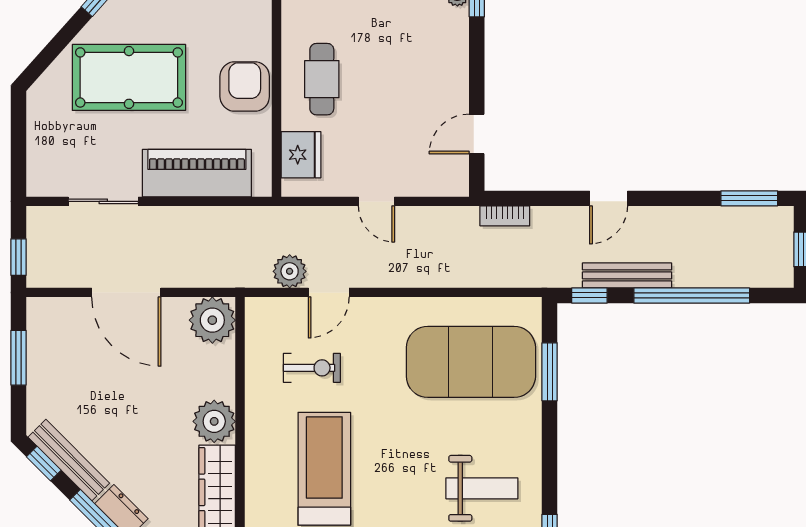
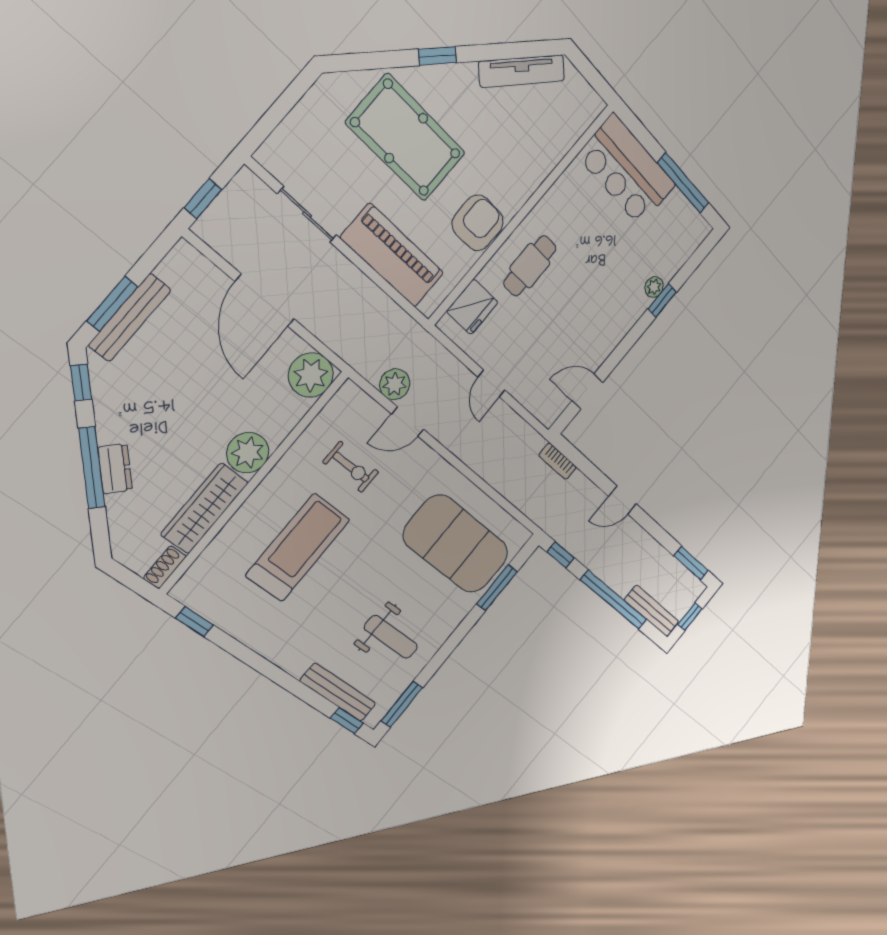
bench: (627, 275) -> (652, 611), moved
window: (19, 358) -> (112, 304), moved
bench: (69, 460) -> (130, 318), moved, turned 45

